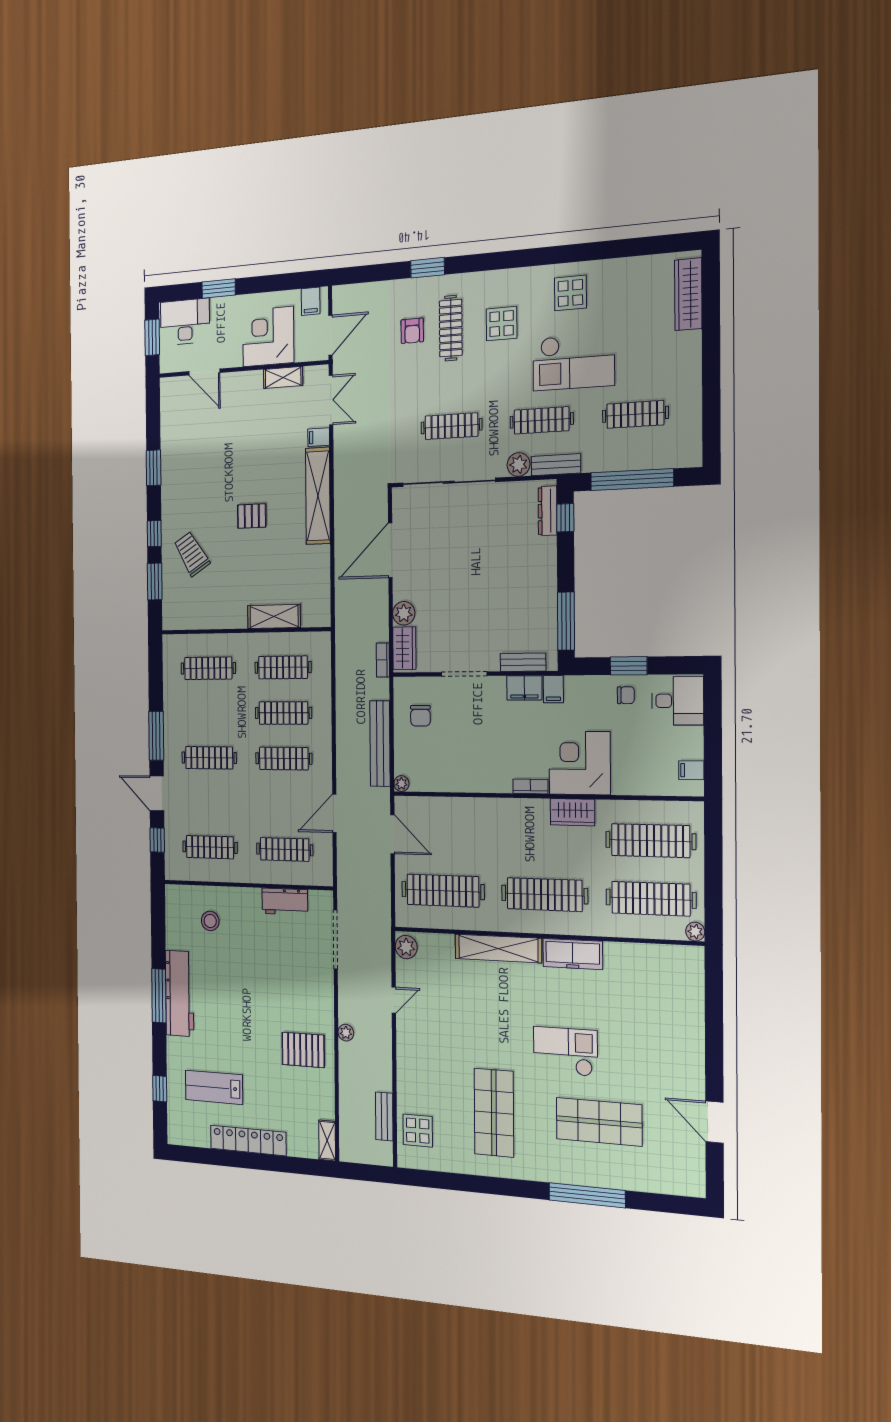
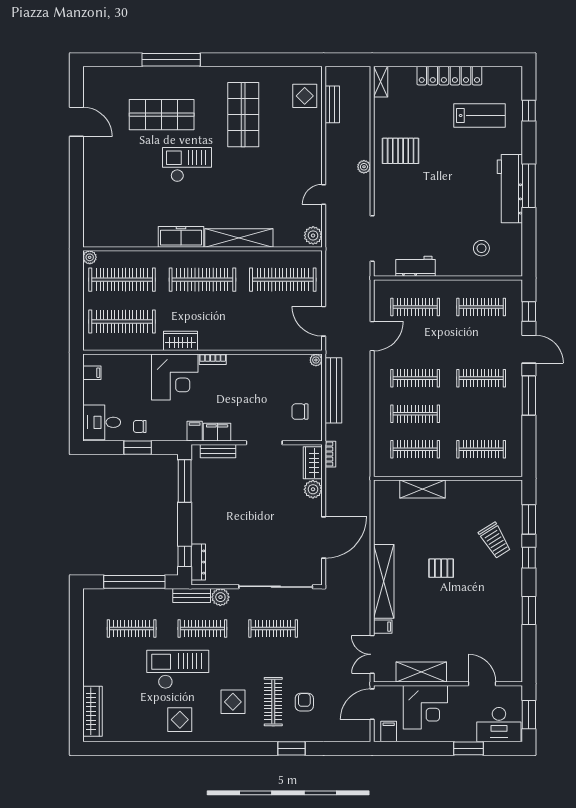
shelving: (283, 378) -> (421, 672), width x1.50, depth x1.33
chair: (420, 716) -> (300, 412), turned -90
checkout: (565, 1051) -> (187, 165), turned 180

